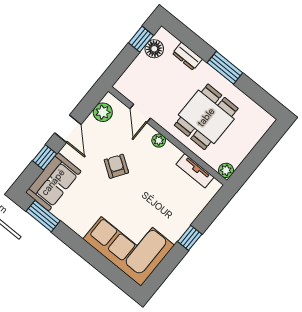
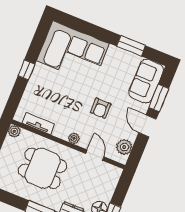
dining table: (206, 117) -> (43, 168), turned 90
window: (45, 157) -> (159, 98), width x1.50
armchair: (116, 166) -> (101, 108), turned 56
window: (43, 216) -> (131, 46), moved

